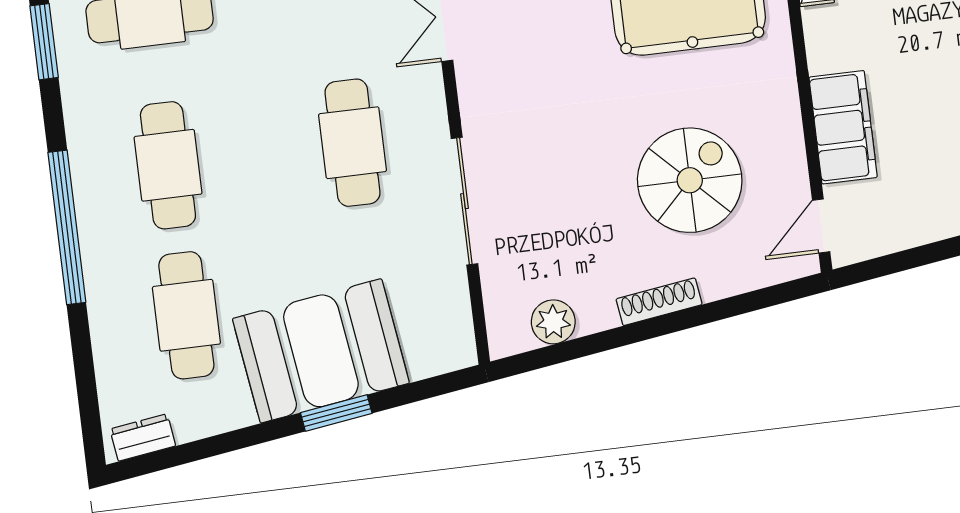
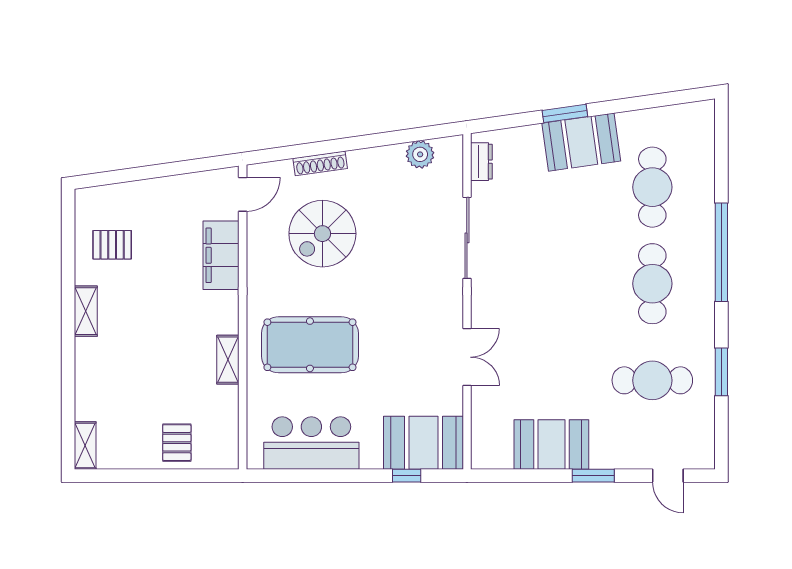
cafe table: (352, 143) -> (533, 284), removed
shoe rack: (659, 302) -> (320, 163), moved
booth: (321, 351) -> (581, 142), width x0.73, depth x0.70
dresser: (143, 437) -> (481, 162), moved, turned -82

